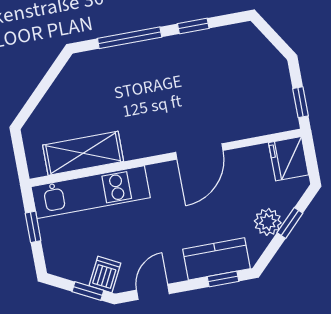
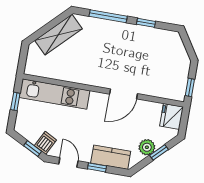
shelving: (83, 153) -> (59, 35), moved, turned -45
window: (223, 279) -> (97, 167), moved
door: (153, 292) -> (68, 162), hinge flipped

